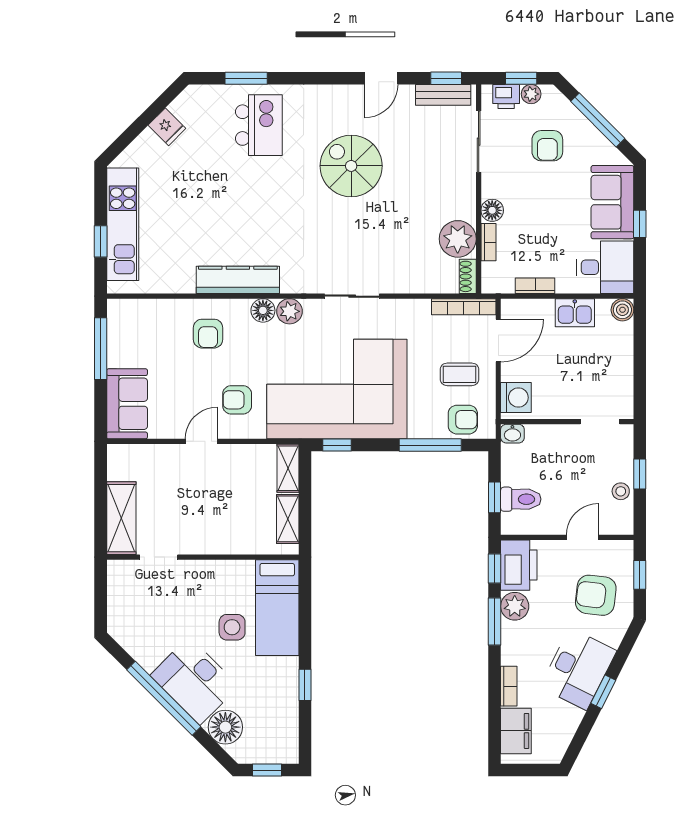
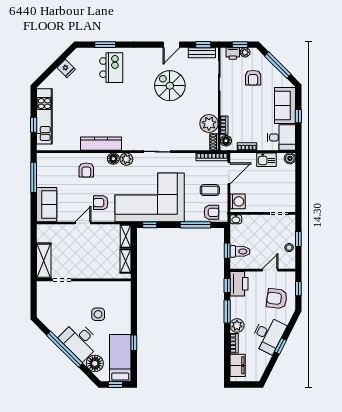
spiral stairs: (351, 166) -> (170, 86), moved
floor lamp: (492, 210) -> (226, 141), moved
plant: (515, 606) -> (237, 326), moved
bed: (277, 608) -> (120, 358), moved, turned 180

